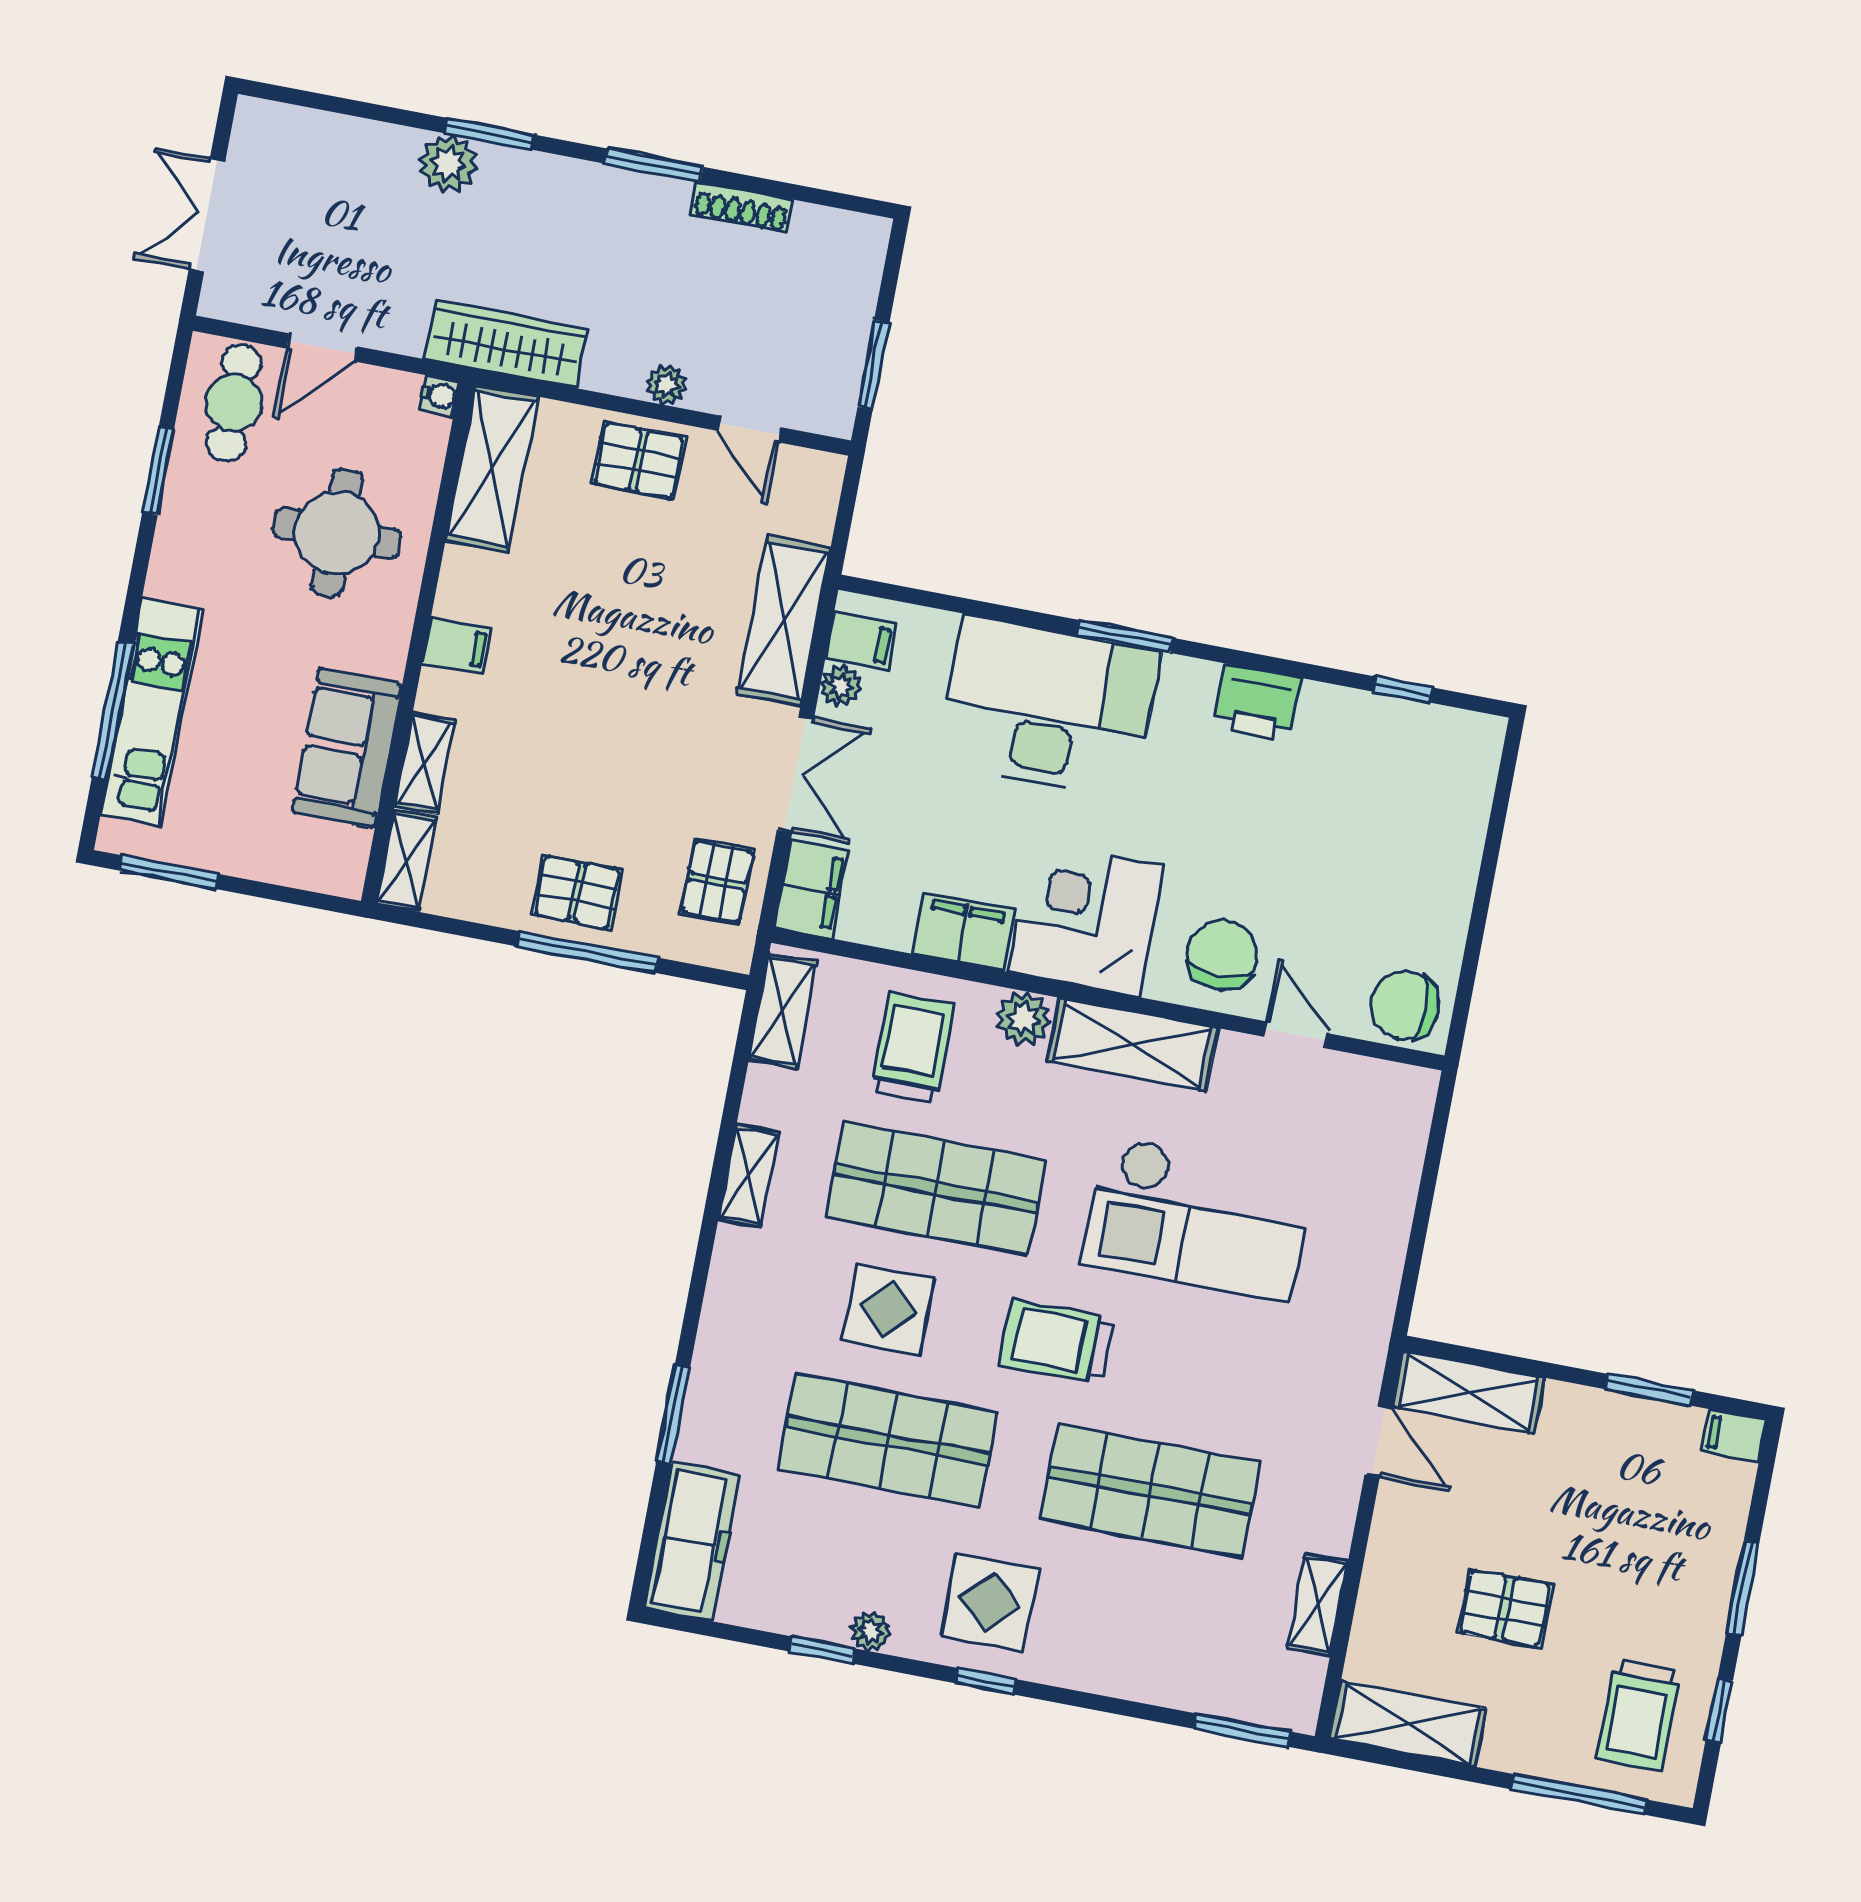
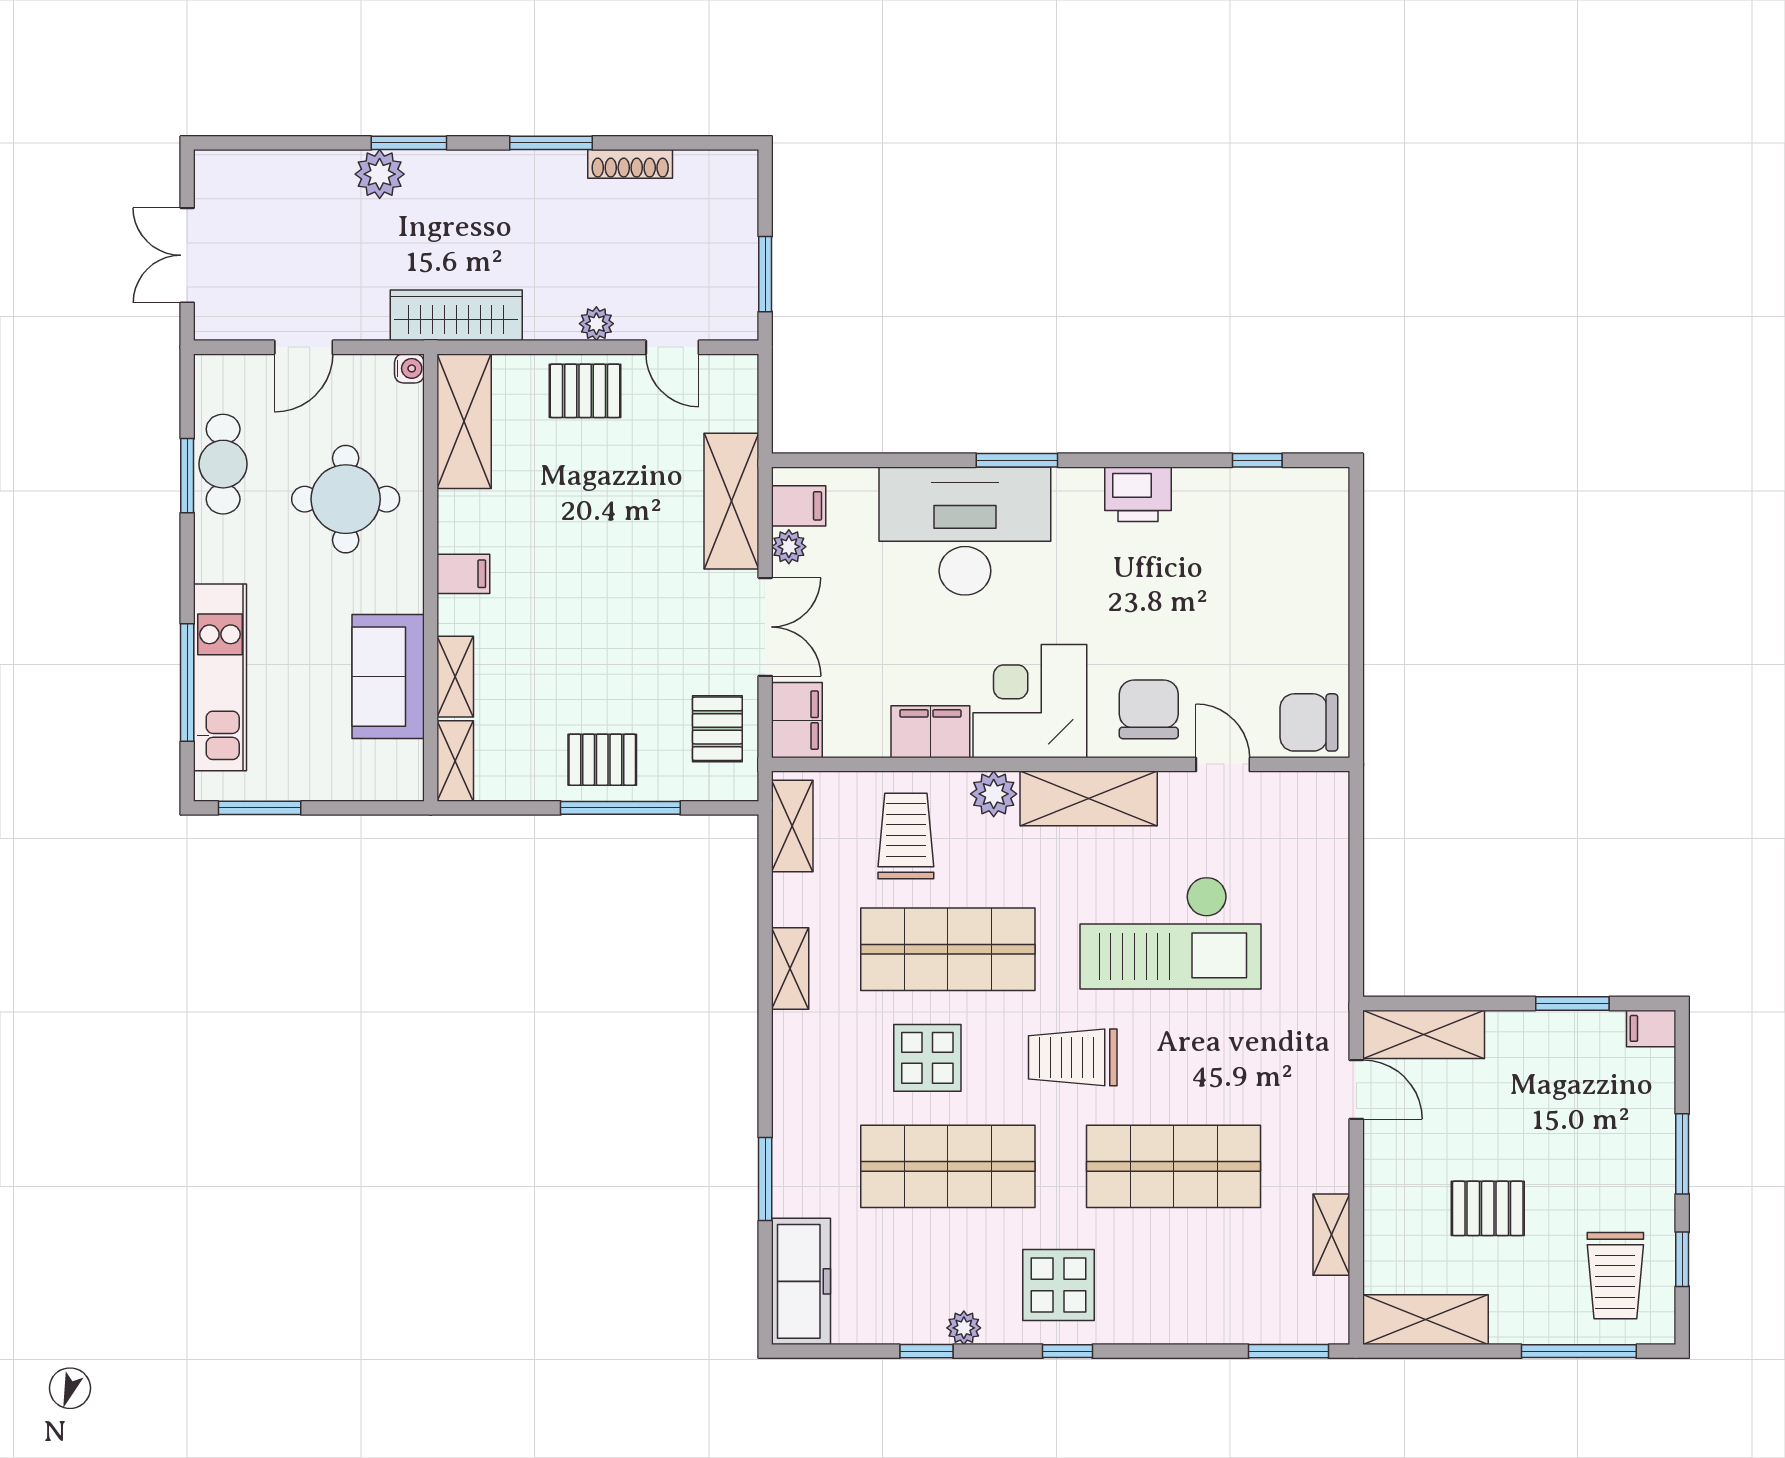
cafe table: (234, 403) -> (223, 464), moved

